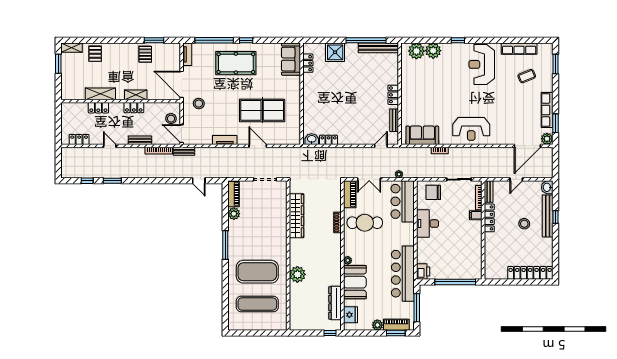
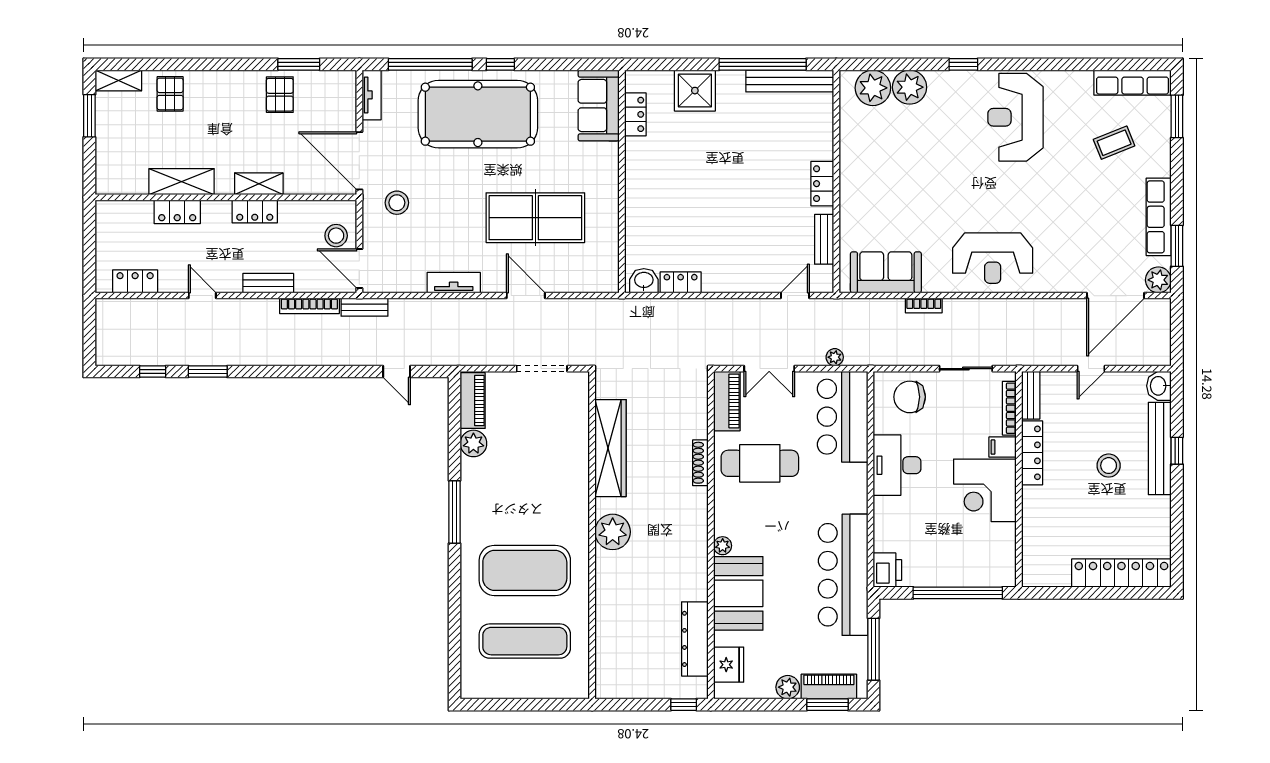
row of seats: (519, 49) -> (1133, 83), moved
pool table: (236, 63) -> (478, 114), width x1.36, depth x1.32
corner desk: (468, 235) -> (985, 490), added
plant: (297, 274) -> (613, 532), moved

